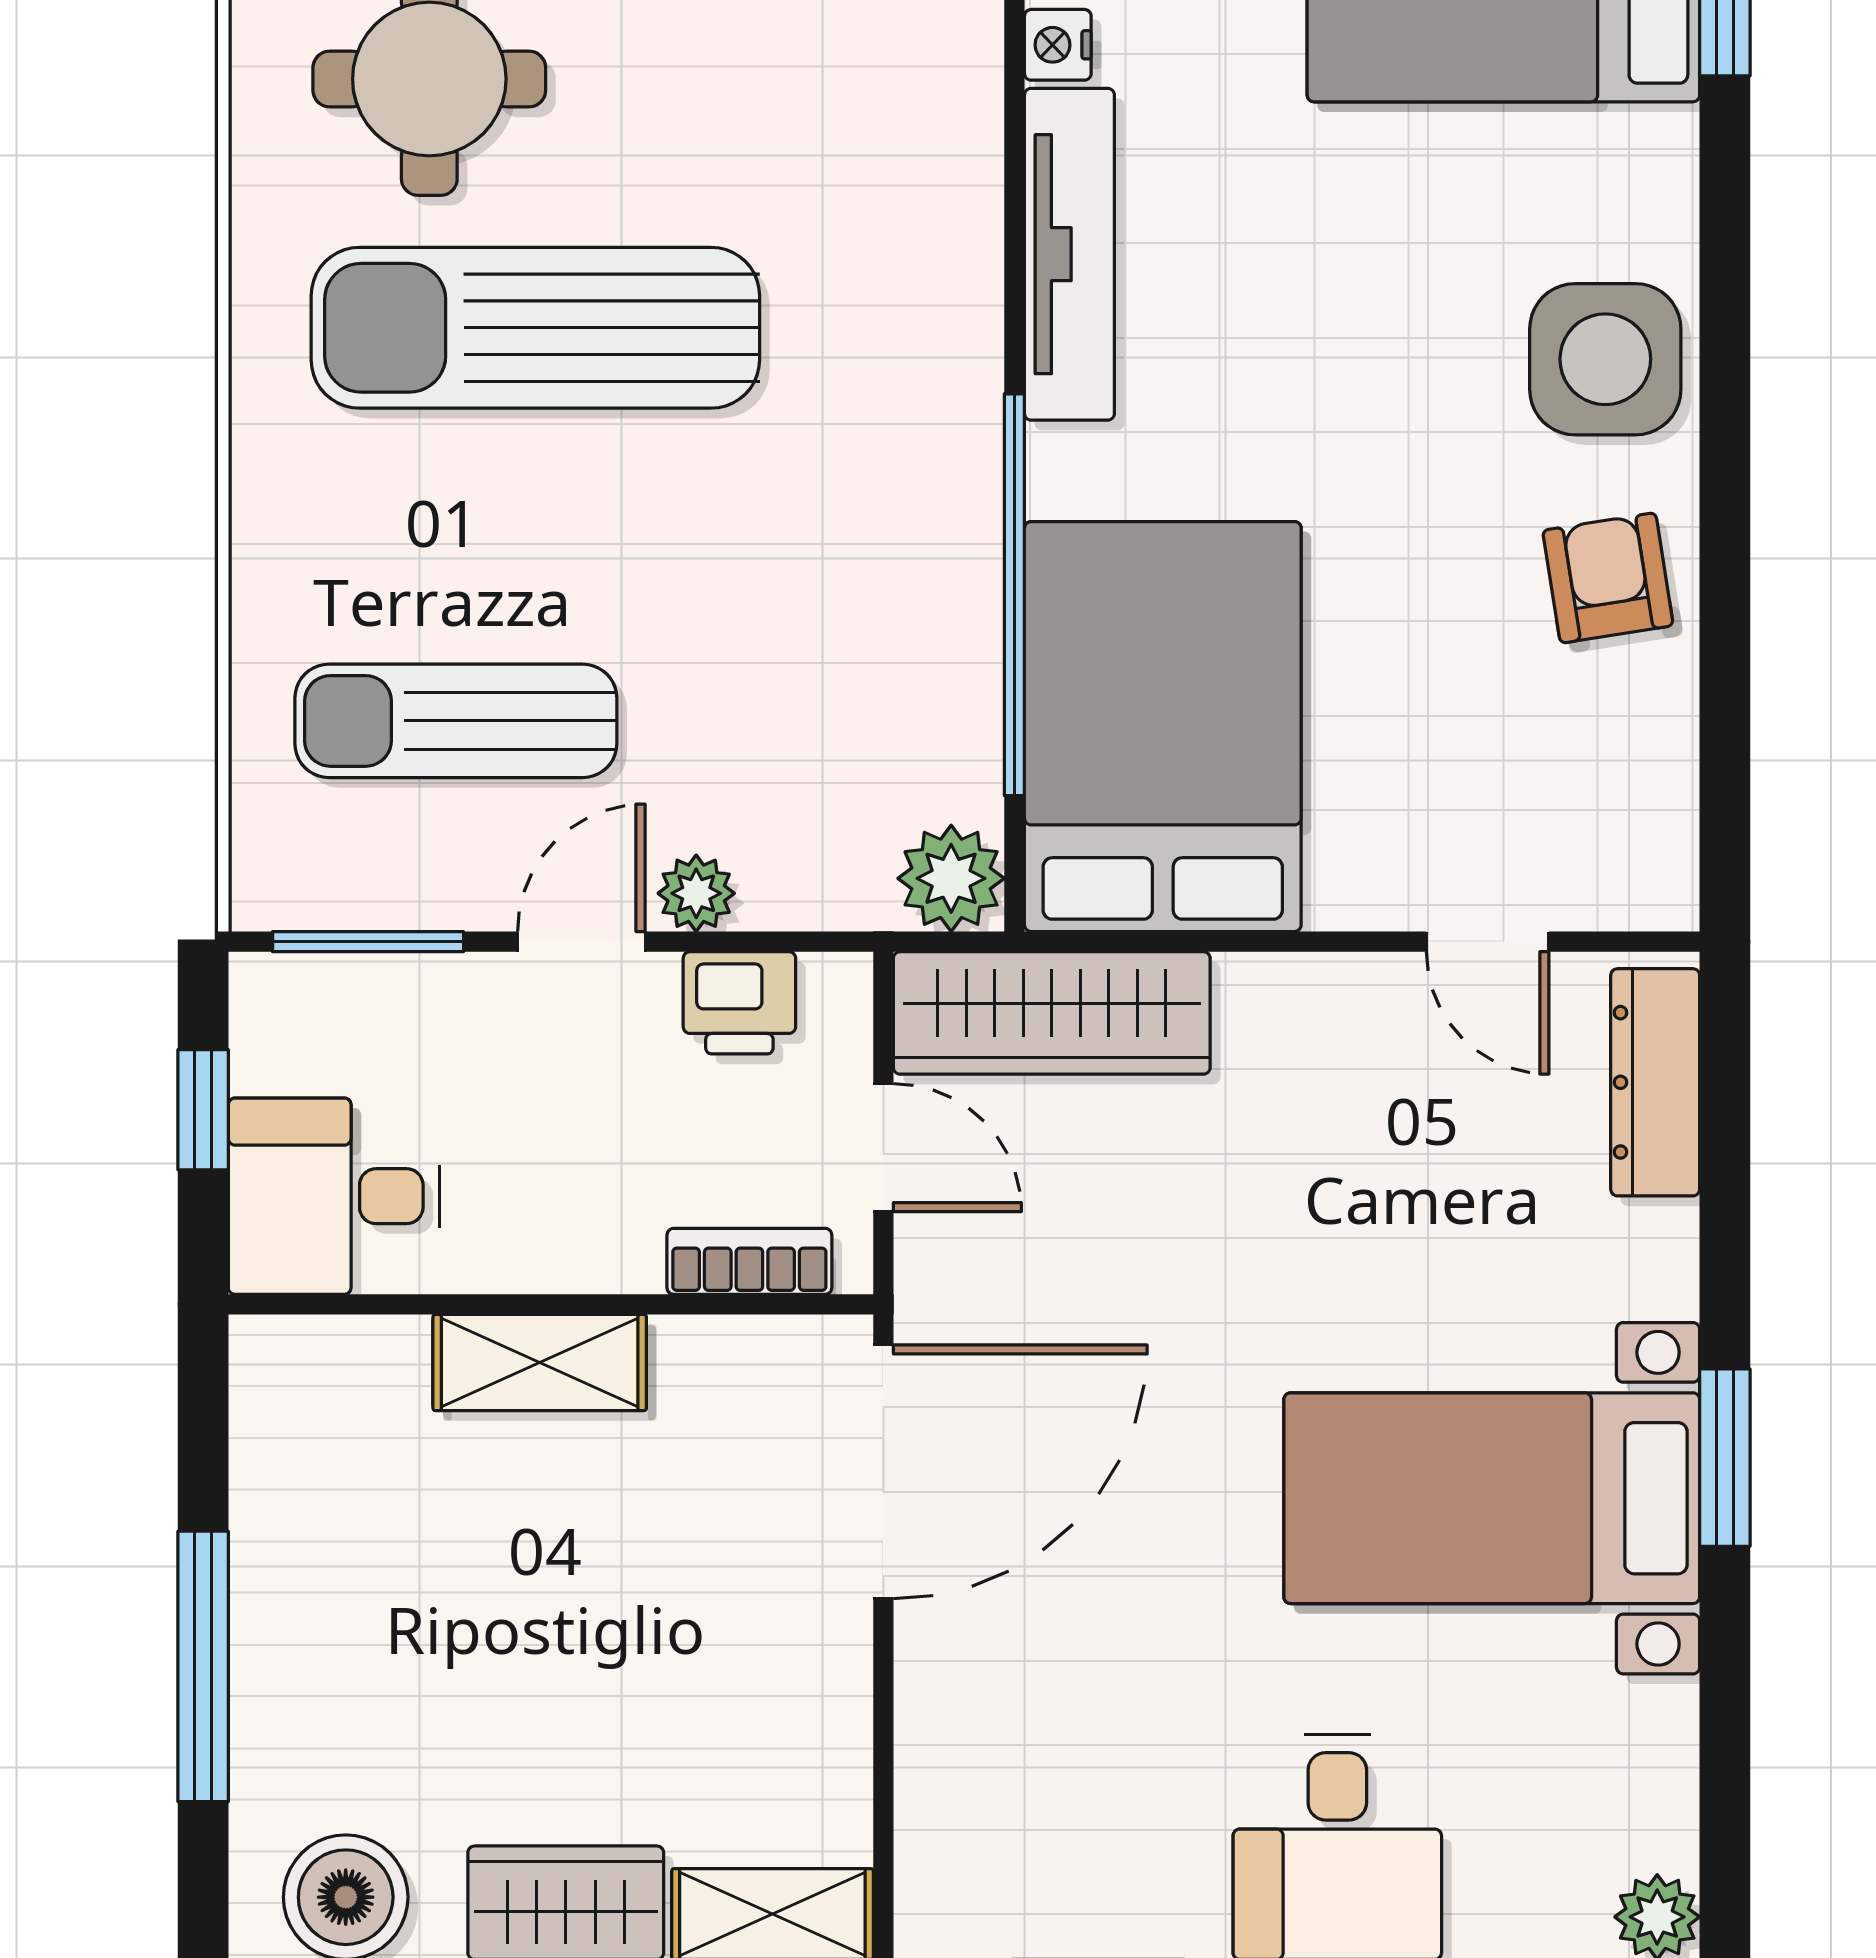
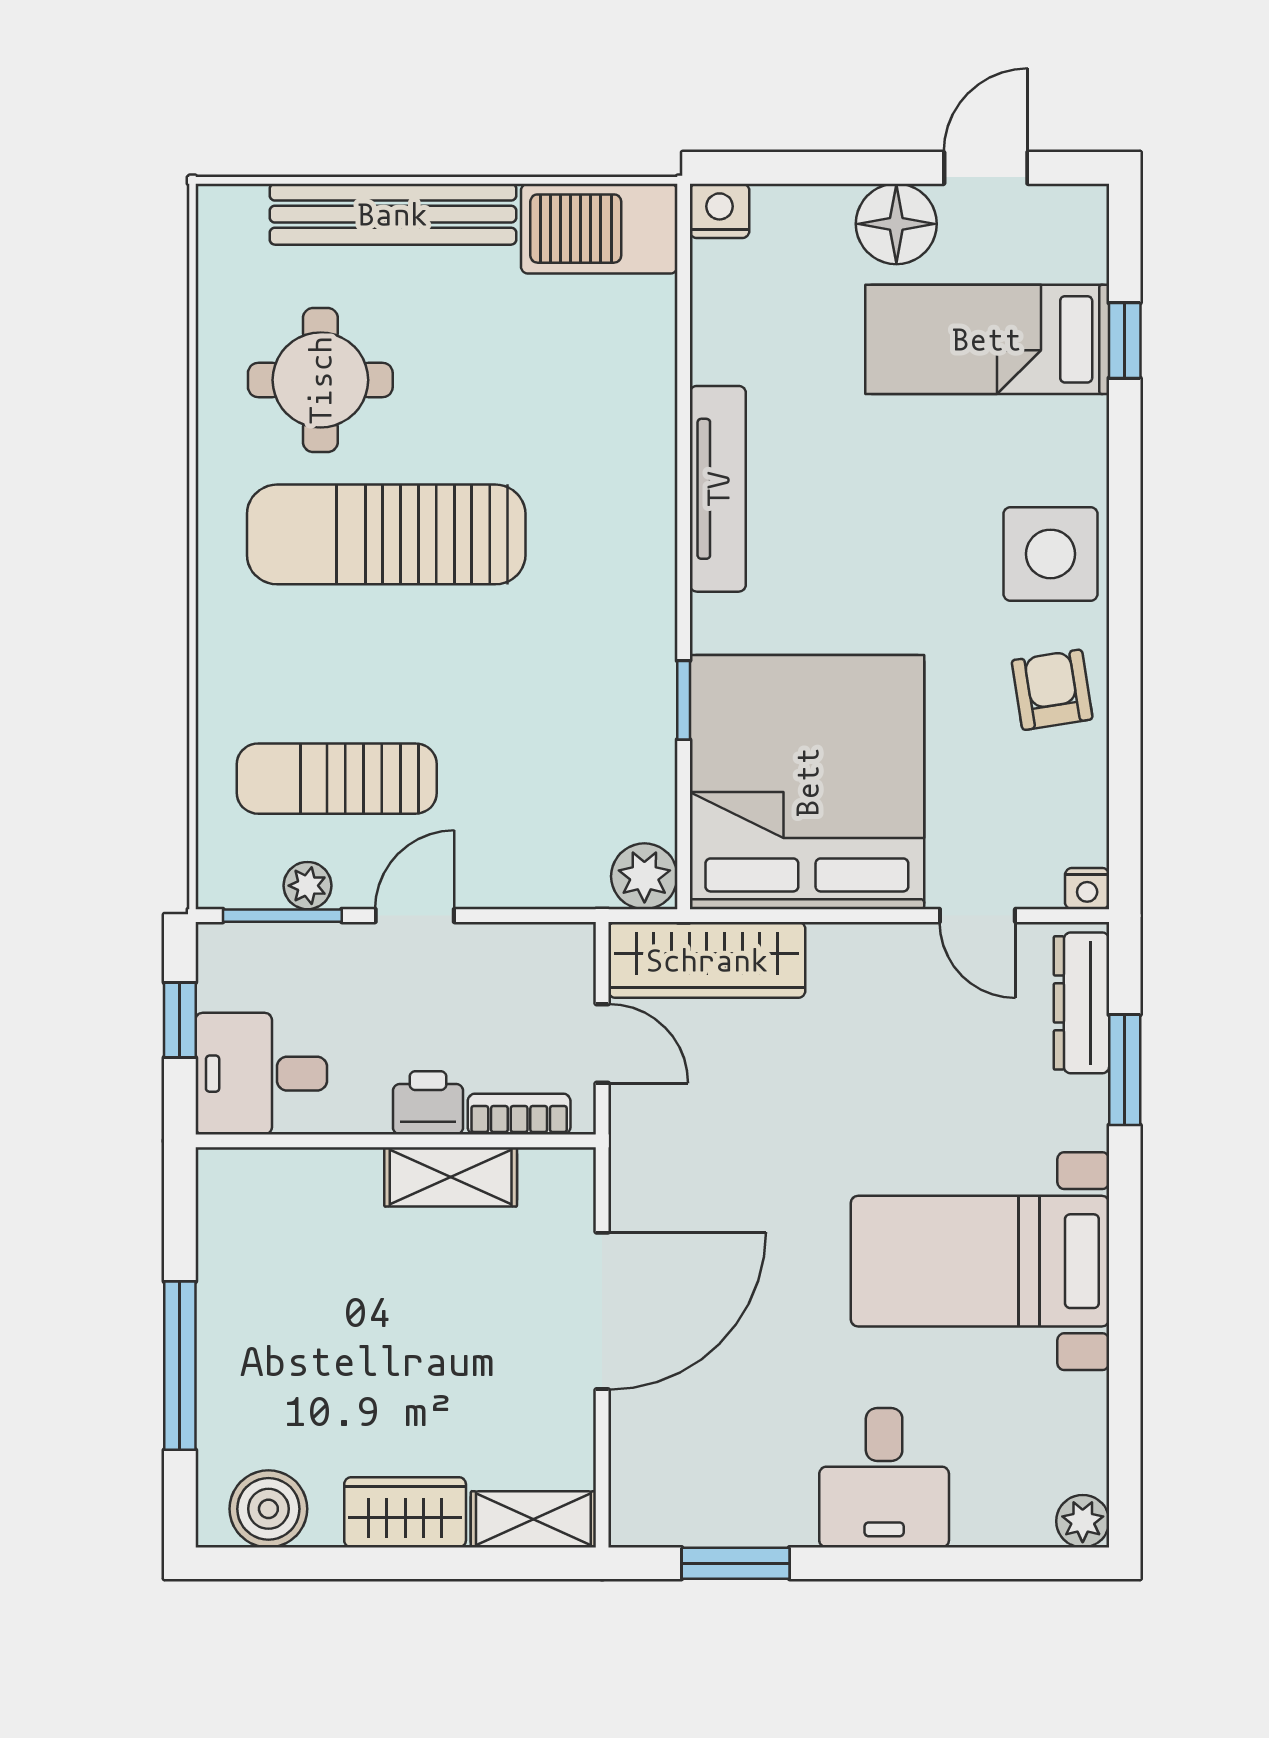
nightstand: (1058, 45) -> (1087, 889), moved, turned -90
window: (1014, 595) -> (684, 700), width x0.32
bed: (1163, 727) -> (807, 782), width x1.36
plant: (696, 893) -> (308, 886), moved
printer: (739, 1003) -> (428, 1103), moved, turned 180
shelving: (540, 1363) -> (451, 1177), moved
window: (1725, 1458) -> (1125, 1070), moved
door: (883, 1472) -> (602, 1311), moved

